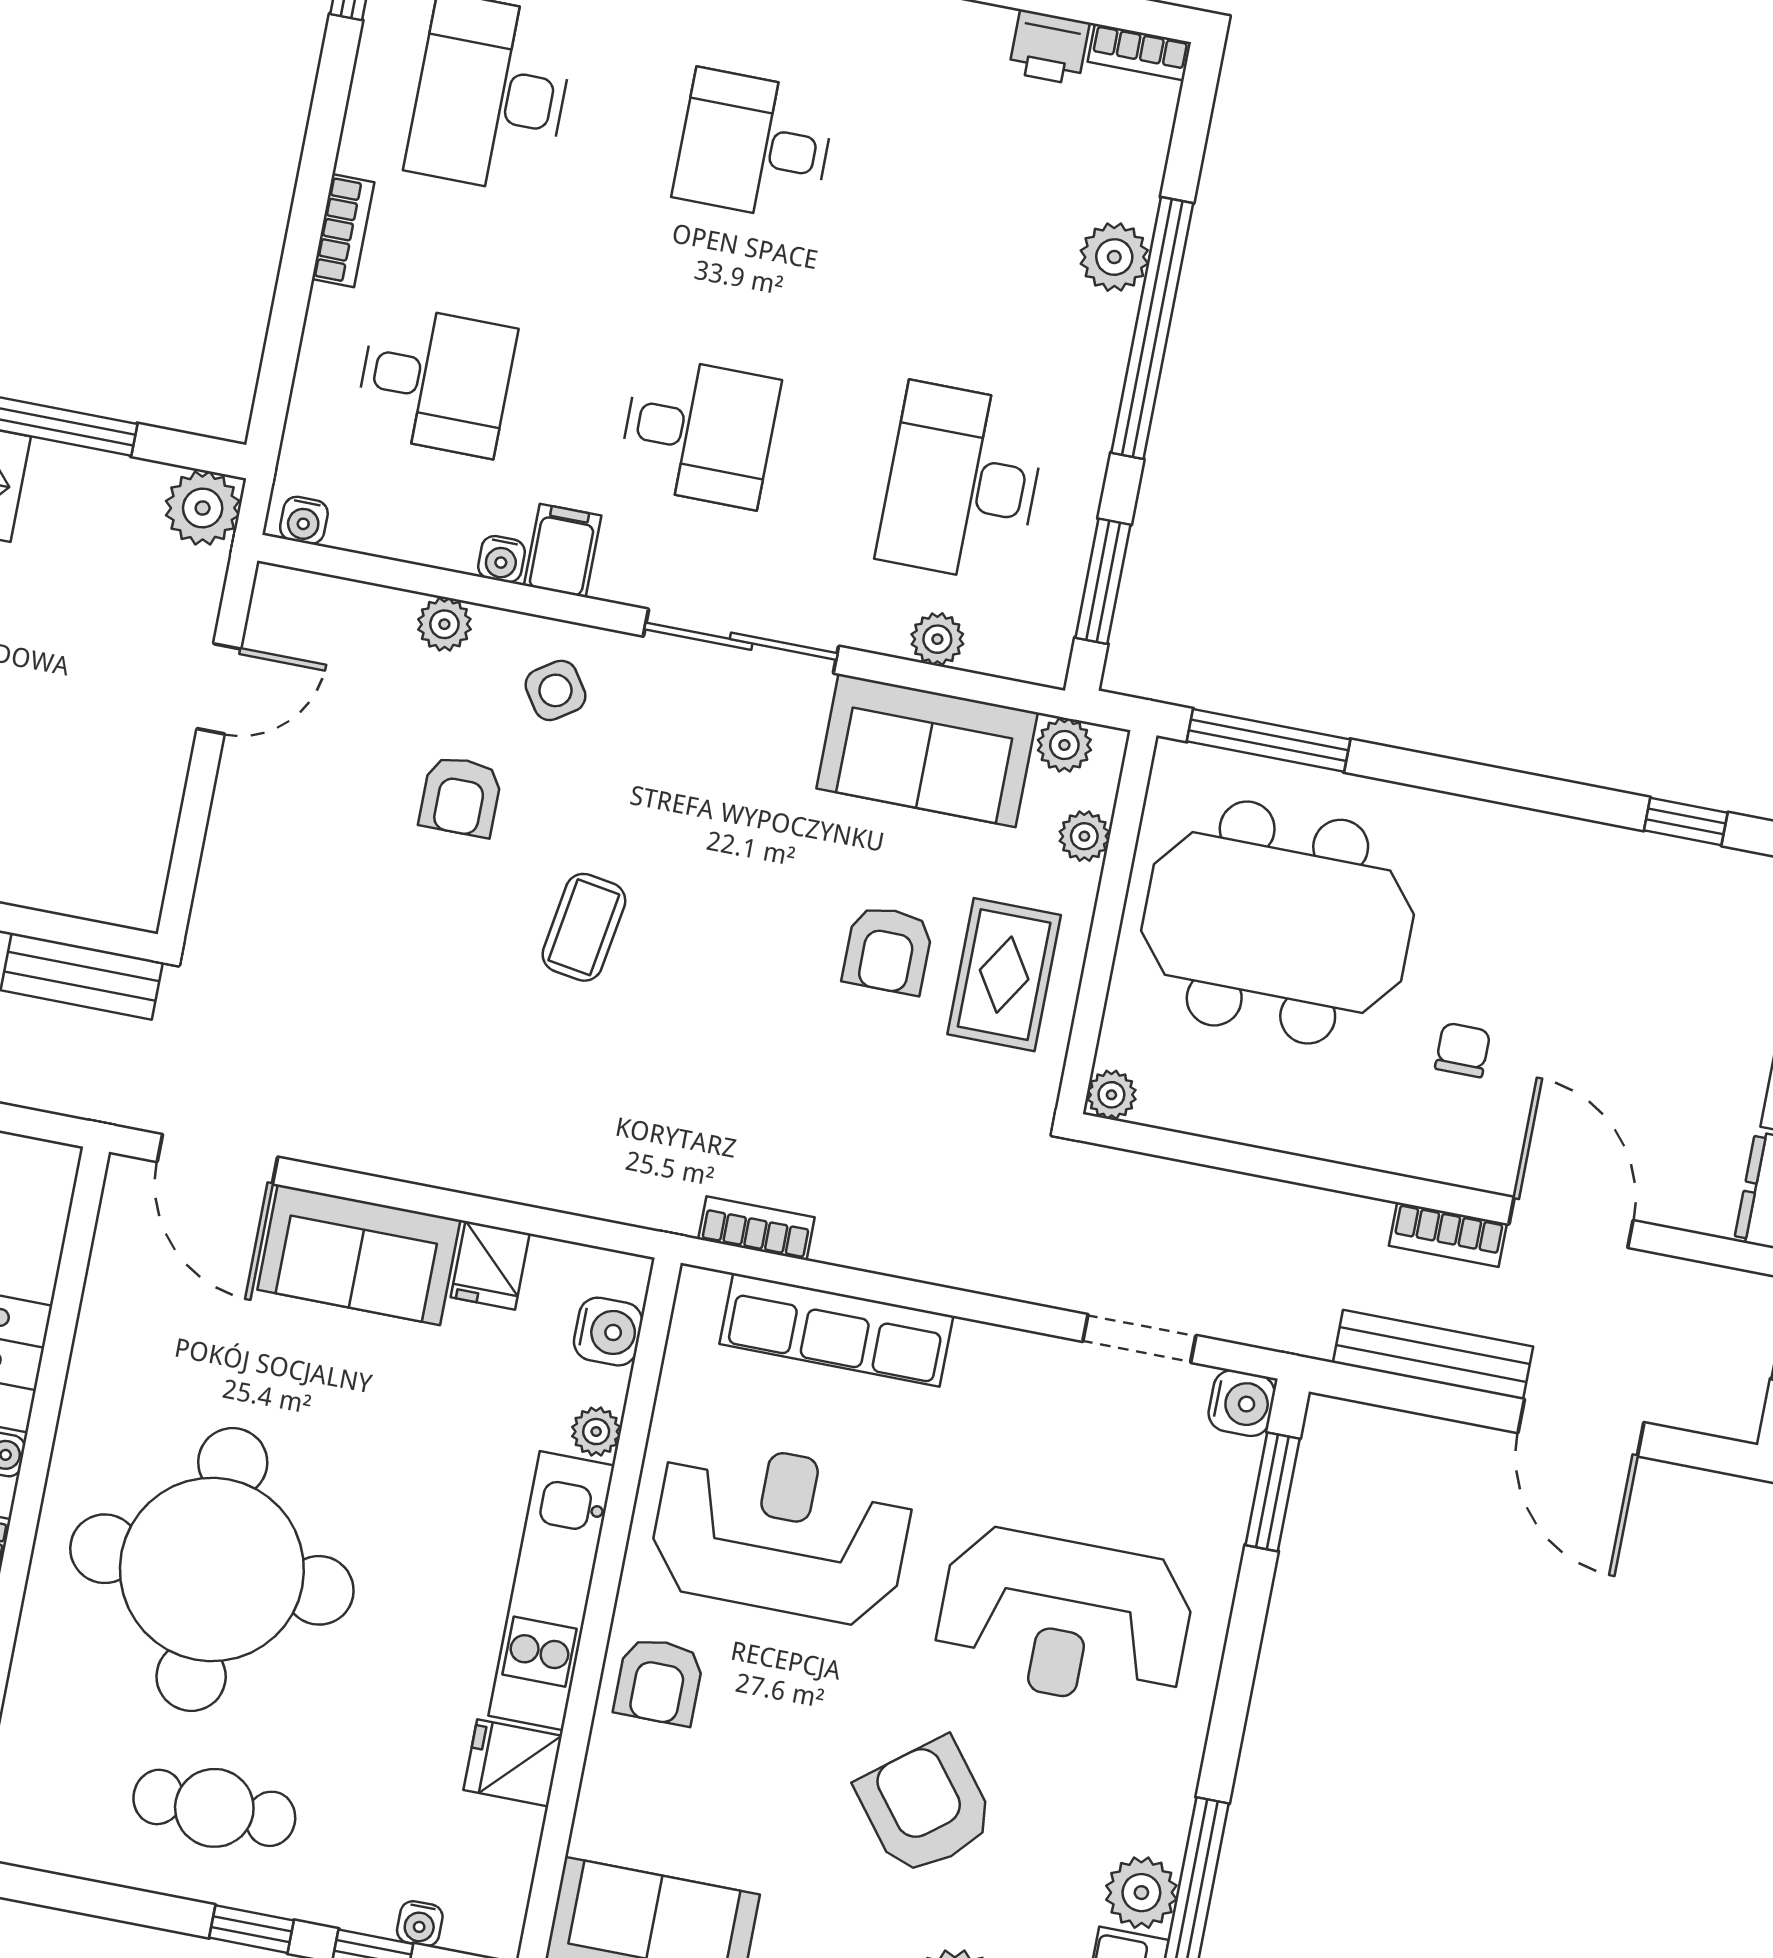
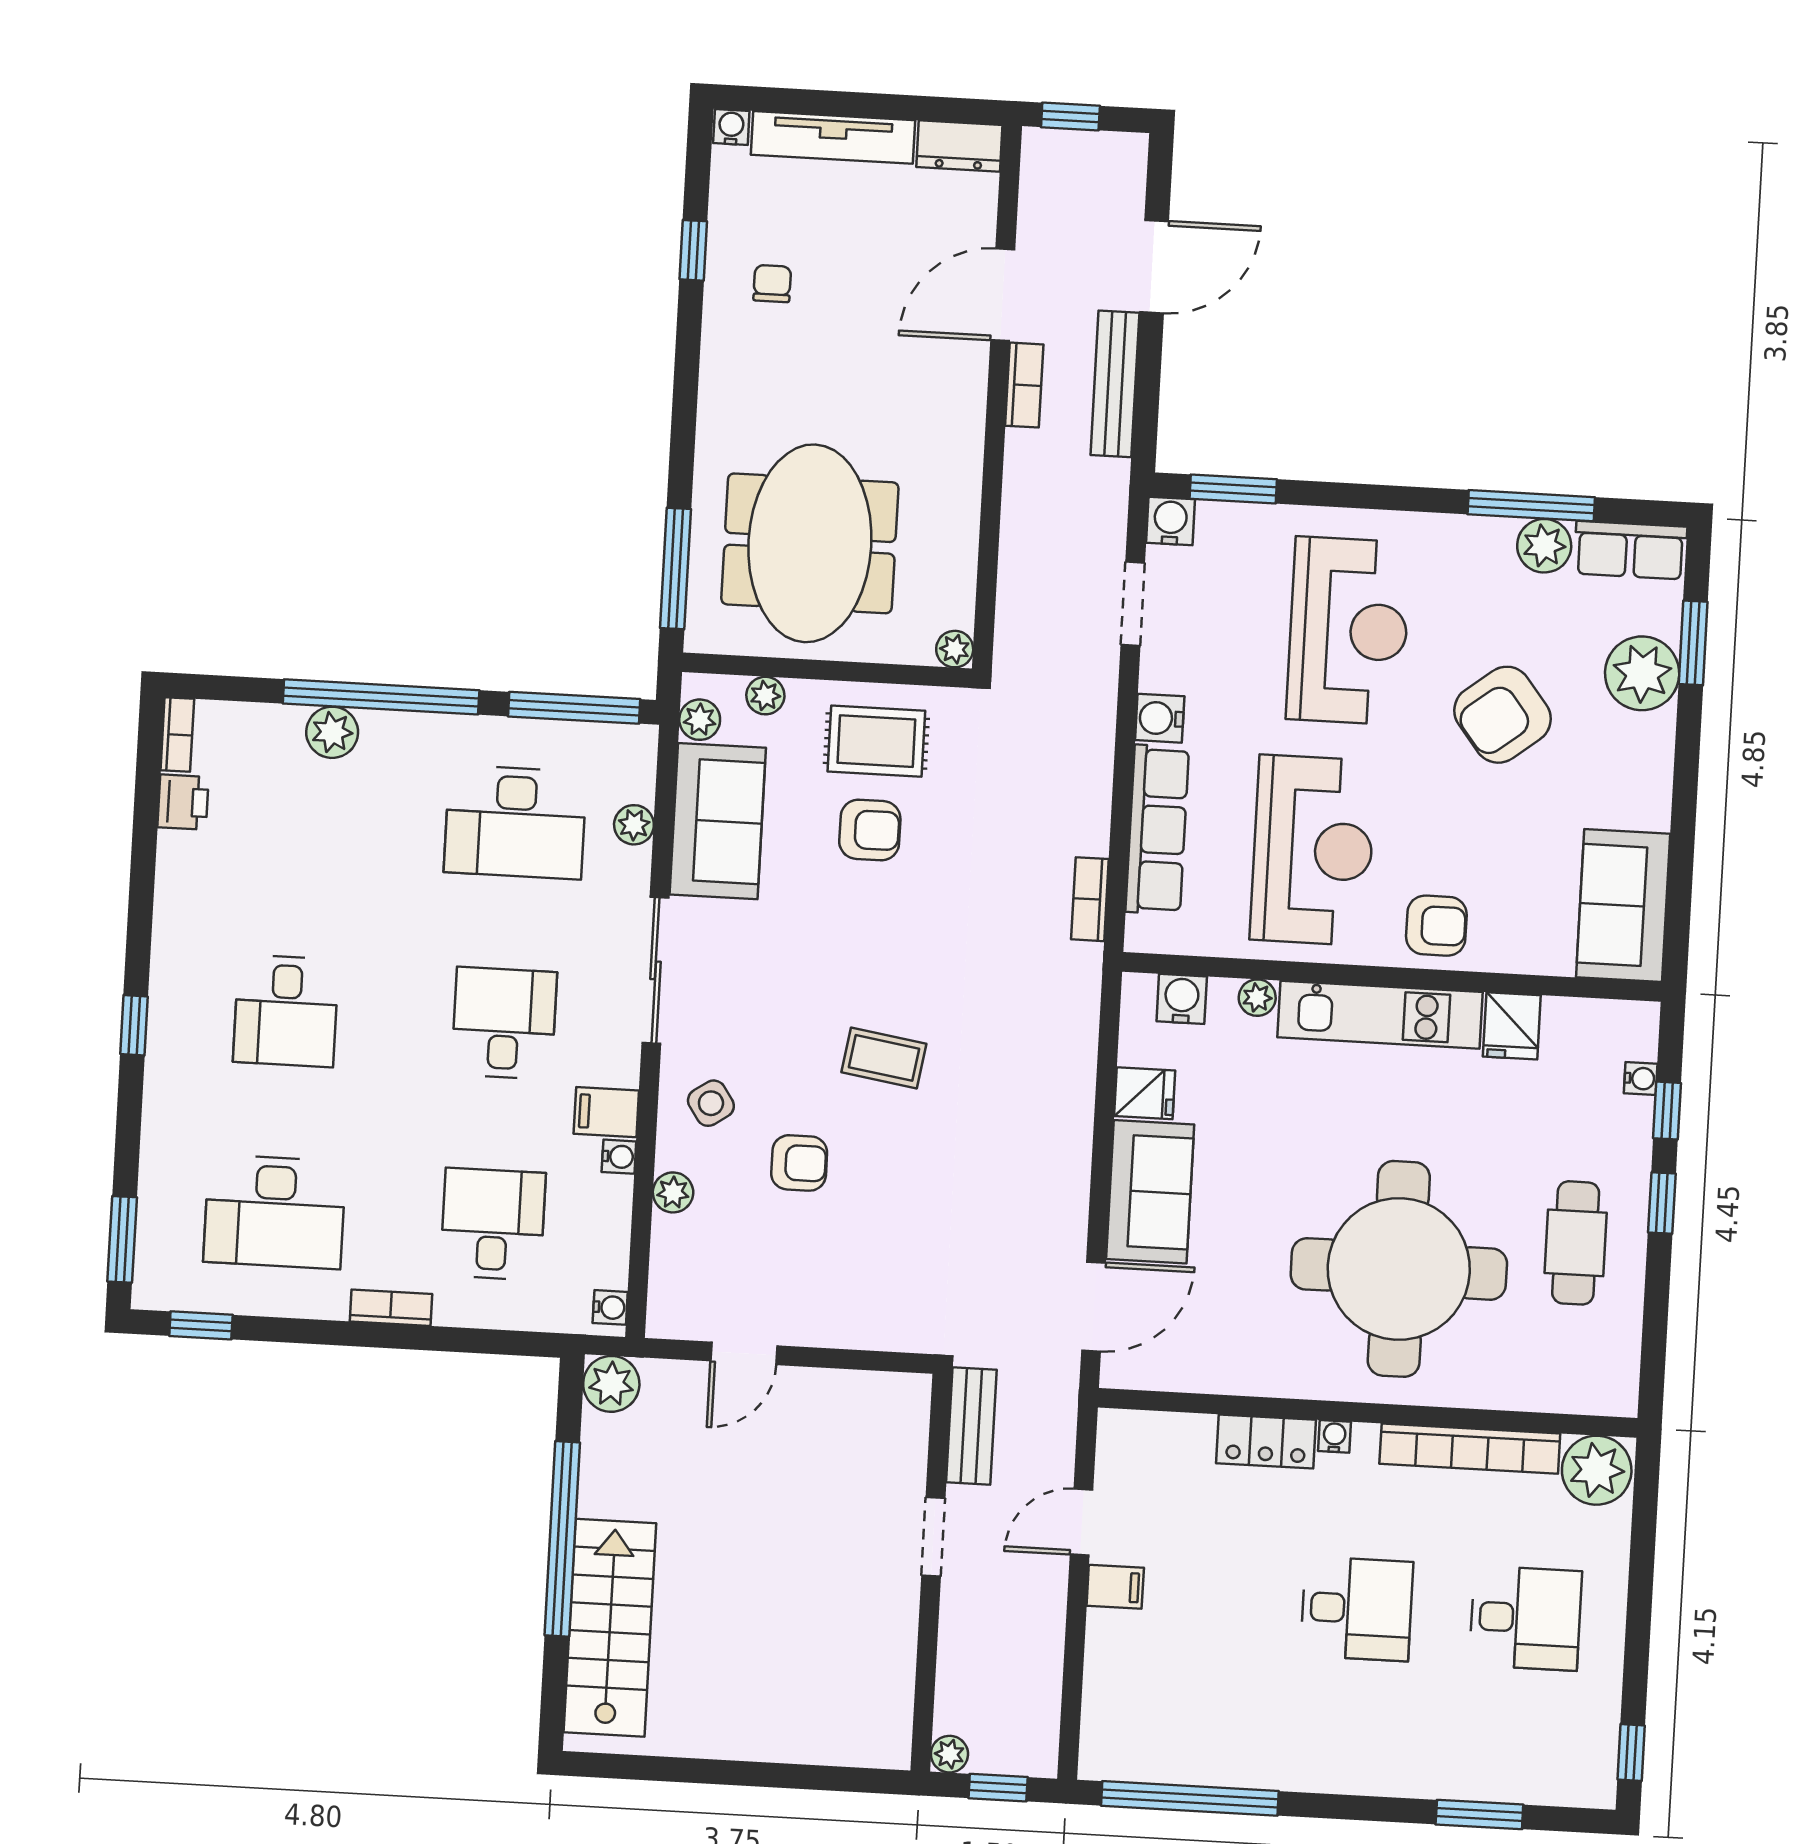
window: (1103, 581) -> (574, 708), width x1.44
door: (219, 689) -> (744, 1353), swing flipped
chair: (1463, 1050) -> (772, 284), moved, turned 90
water cooler: (983, 1353) -> (1160, 718), added
reception desk: (781, 1532) -> (1313, 850), turned 180

